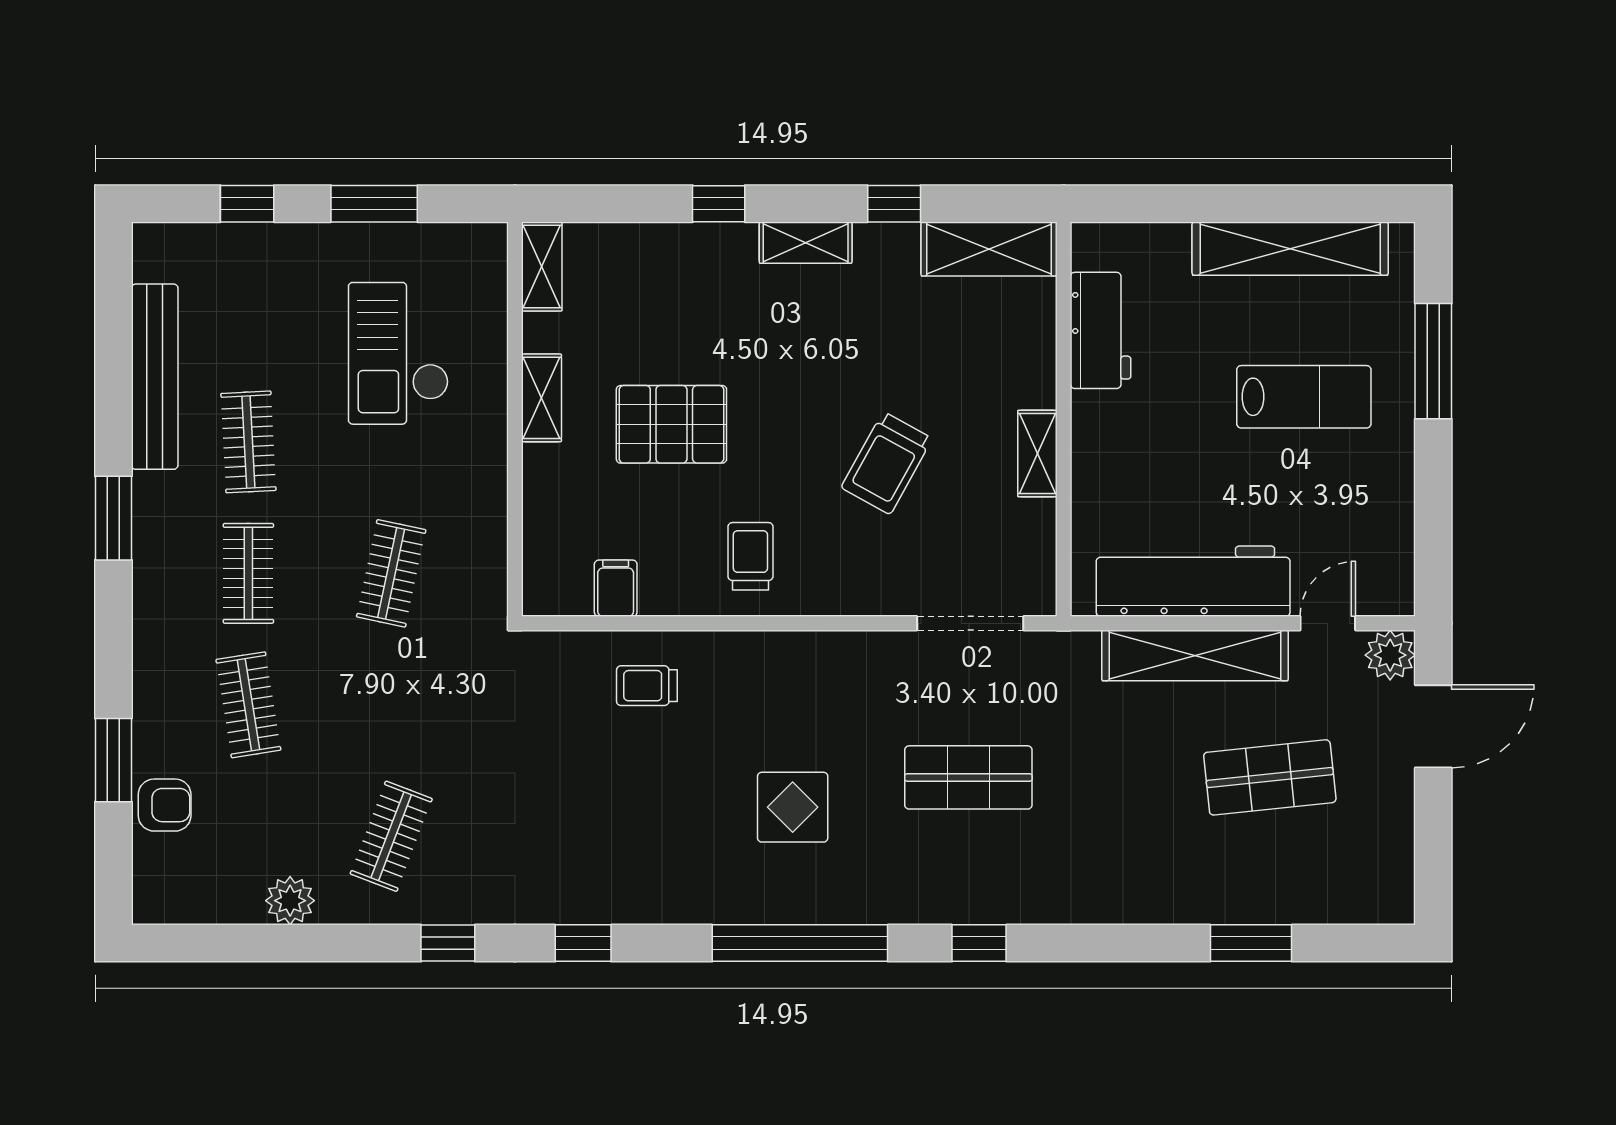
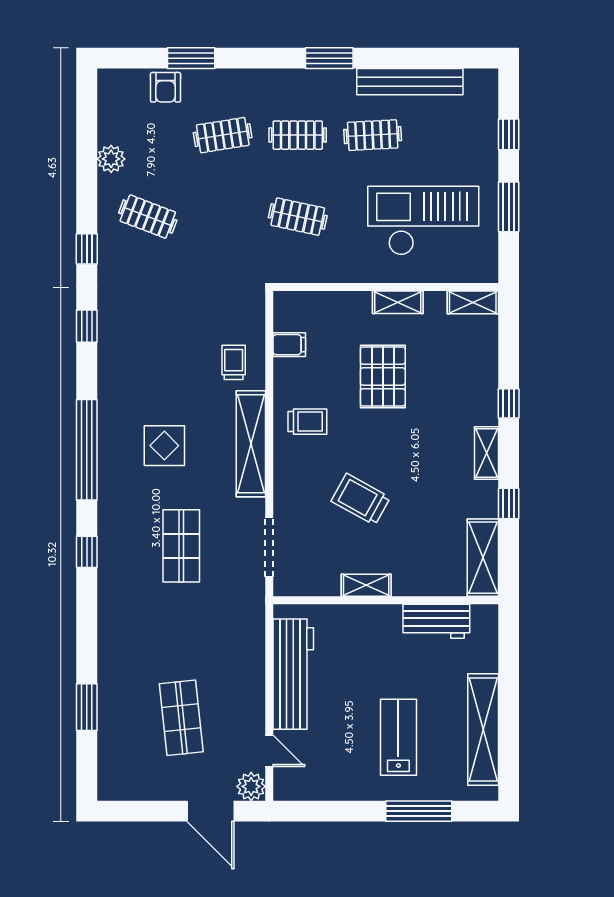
checkout: (398, 353) -> (423, 221), width x1.36, depth x1.21
lab bench: (1304, 397) -> (398, 737), turned 180
shelving: (1195, 655) -> (251, 444), moved

